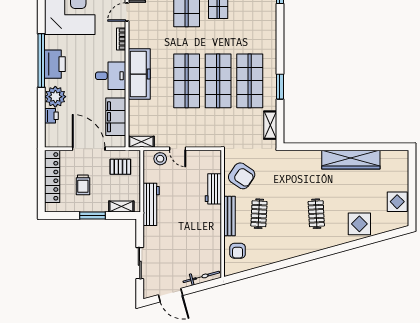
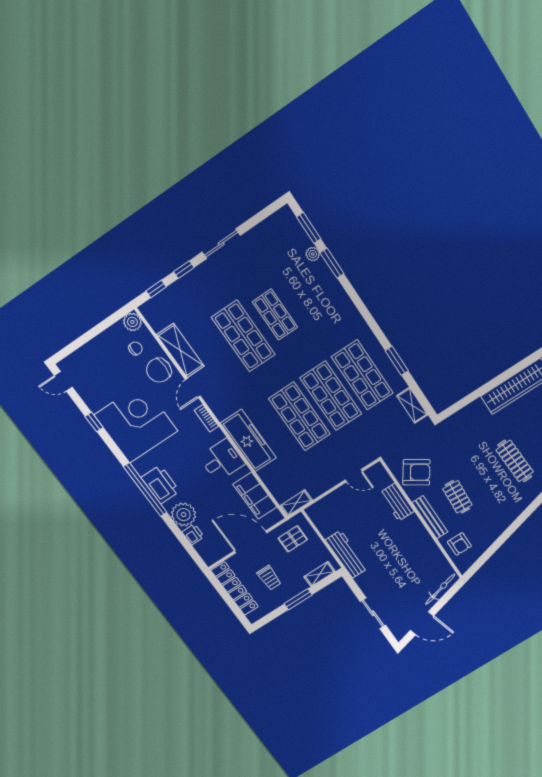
door: (178, 149) -> (354, 476), moved
stool: (160, 159) -> (326, 507), removed
clothes rail: (316, 214) -> (515, 461), width x1.36

